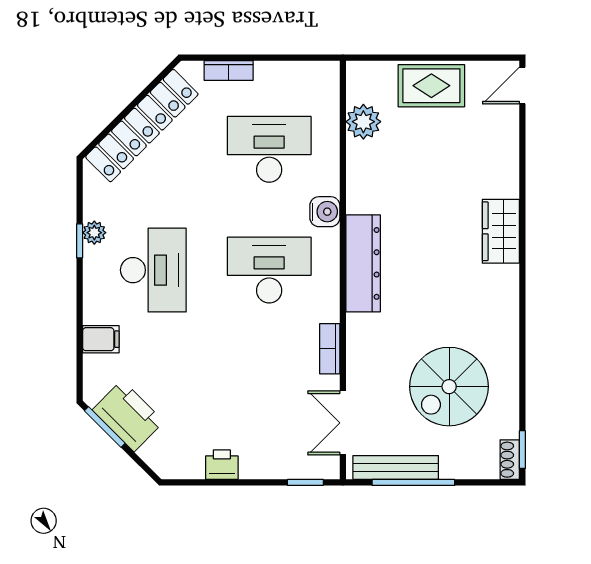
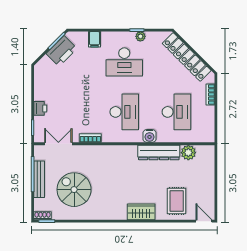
rug: (431, 86) -> (177, 201), moved
dresser: (363, 263) -> (159, 152), moved
printer: (222, 465) -> (40, 108), moved
bench: (396, 468) -> (39, 179), moved

